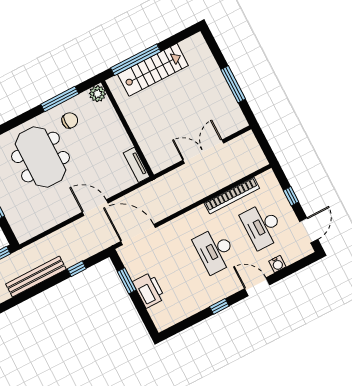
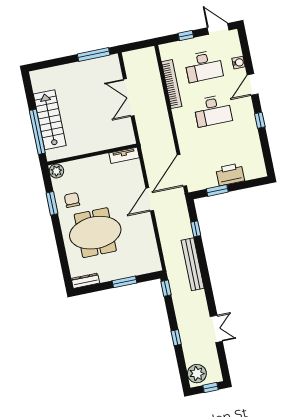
window: (233, 84) -> (94, 54), moved
window: (60, 99) -> (52, 203), width x0.69

